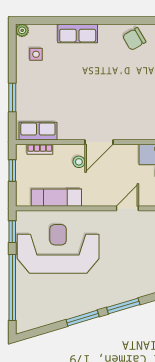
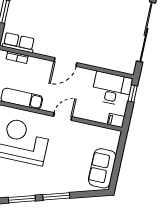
stool: (79, 162) -> (46, 74), removed
door: (127, 208) -> (63, 117), moved

